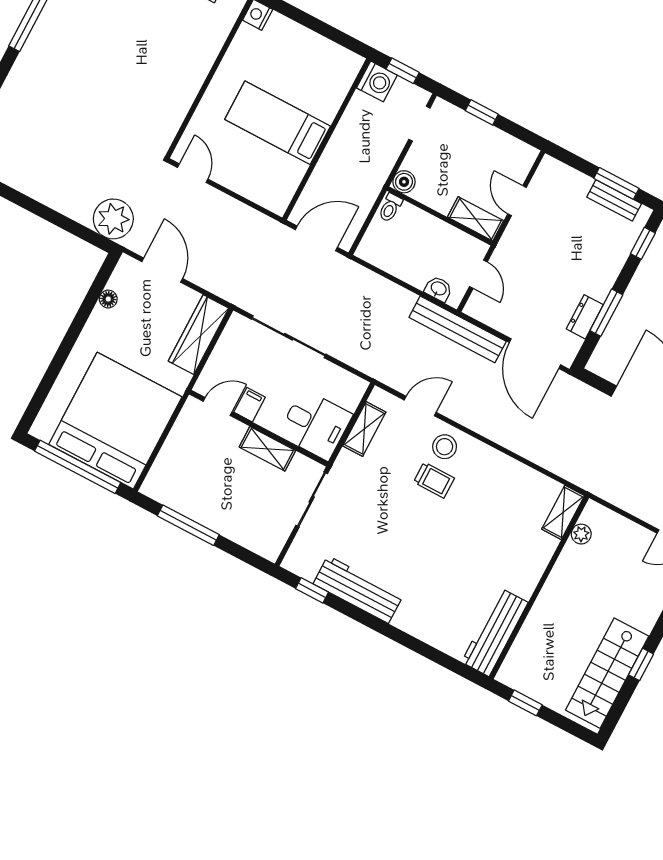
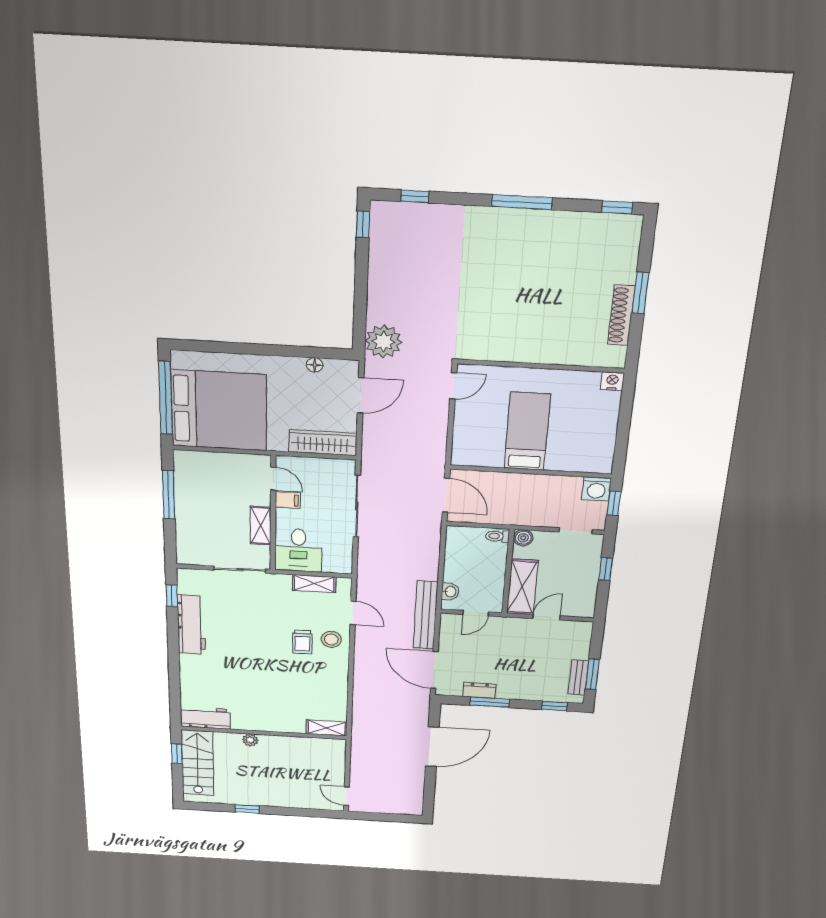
shelving: (476, 219) -> (522, 587), width x1.50, depth x1.33
door: (535, 354) -> (434, 670), hinge flipped
plant: (581, 534) -> (250, 740), moved
workbench: (495, 632) -> (205, 718), width x0.73
stairs: (607, 673) -> (198, 763), moved, turned 90

